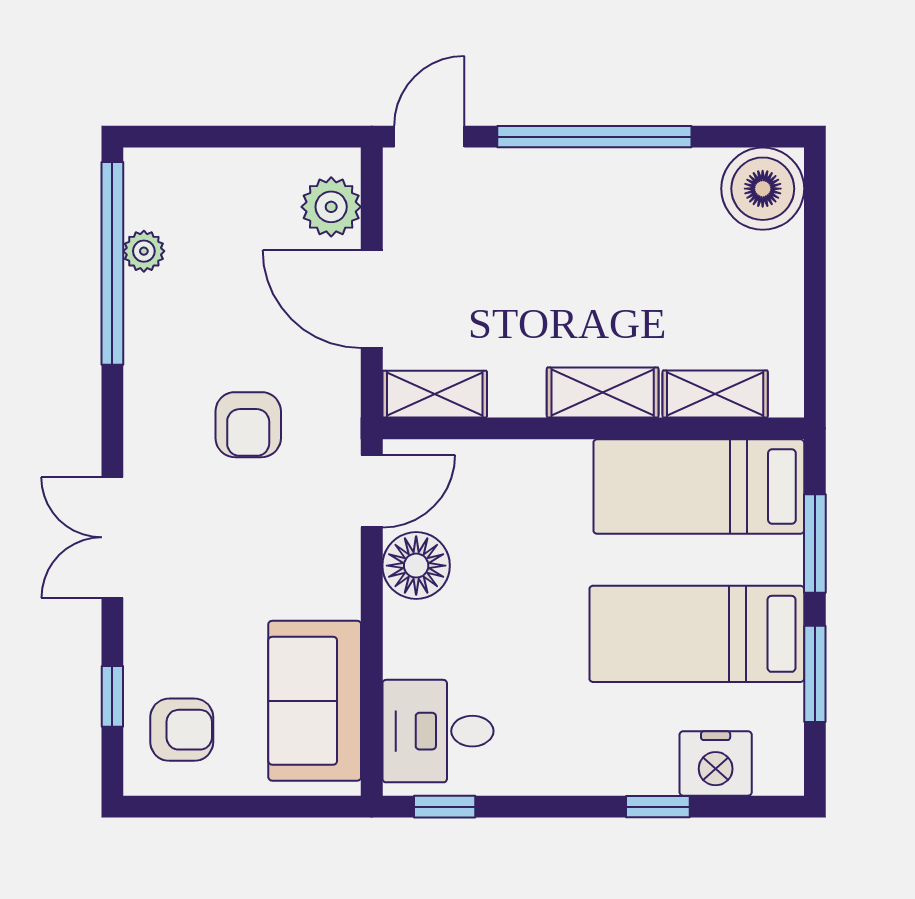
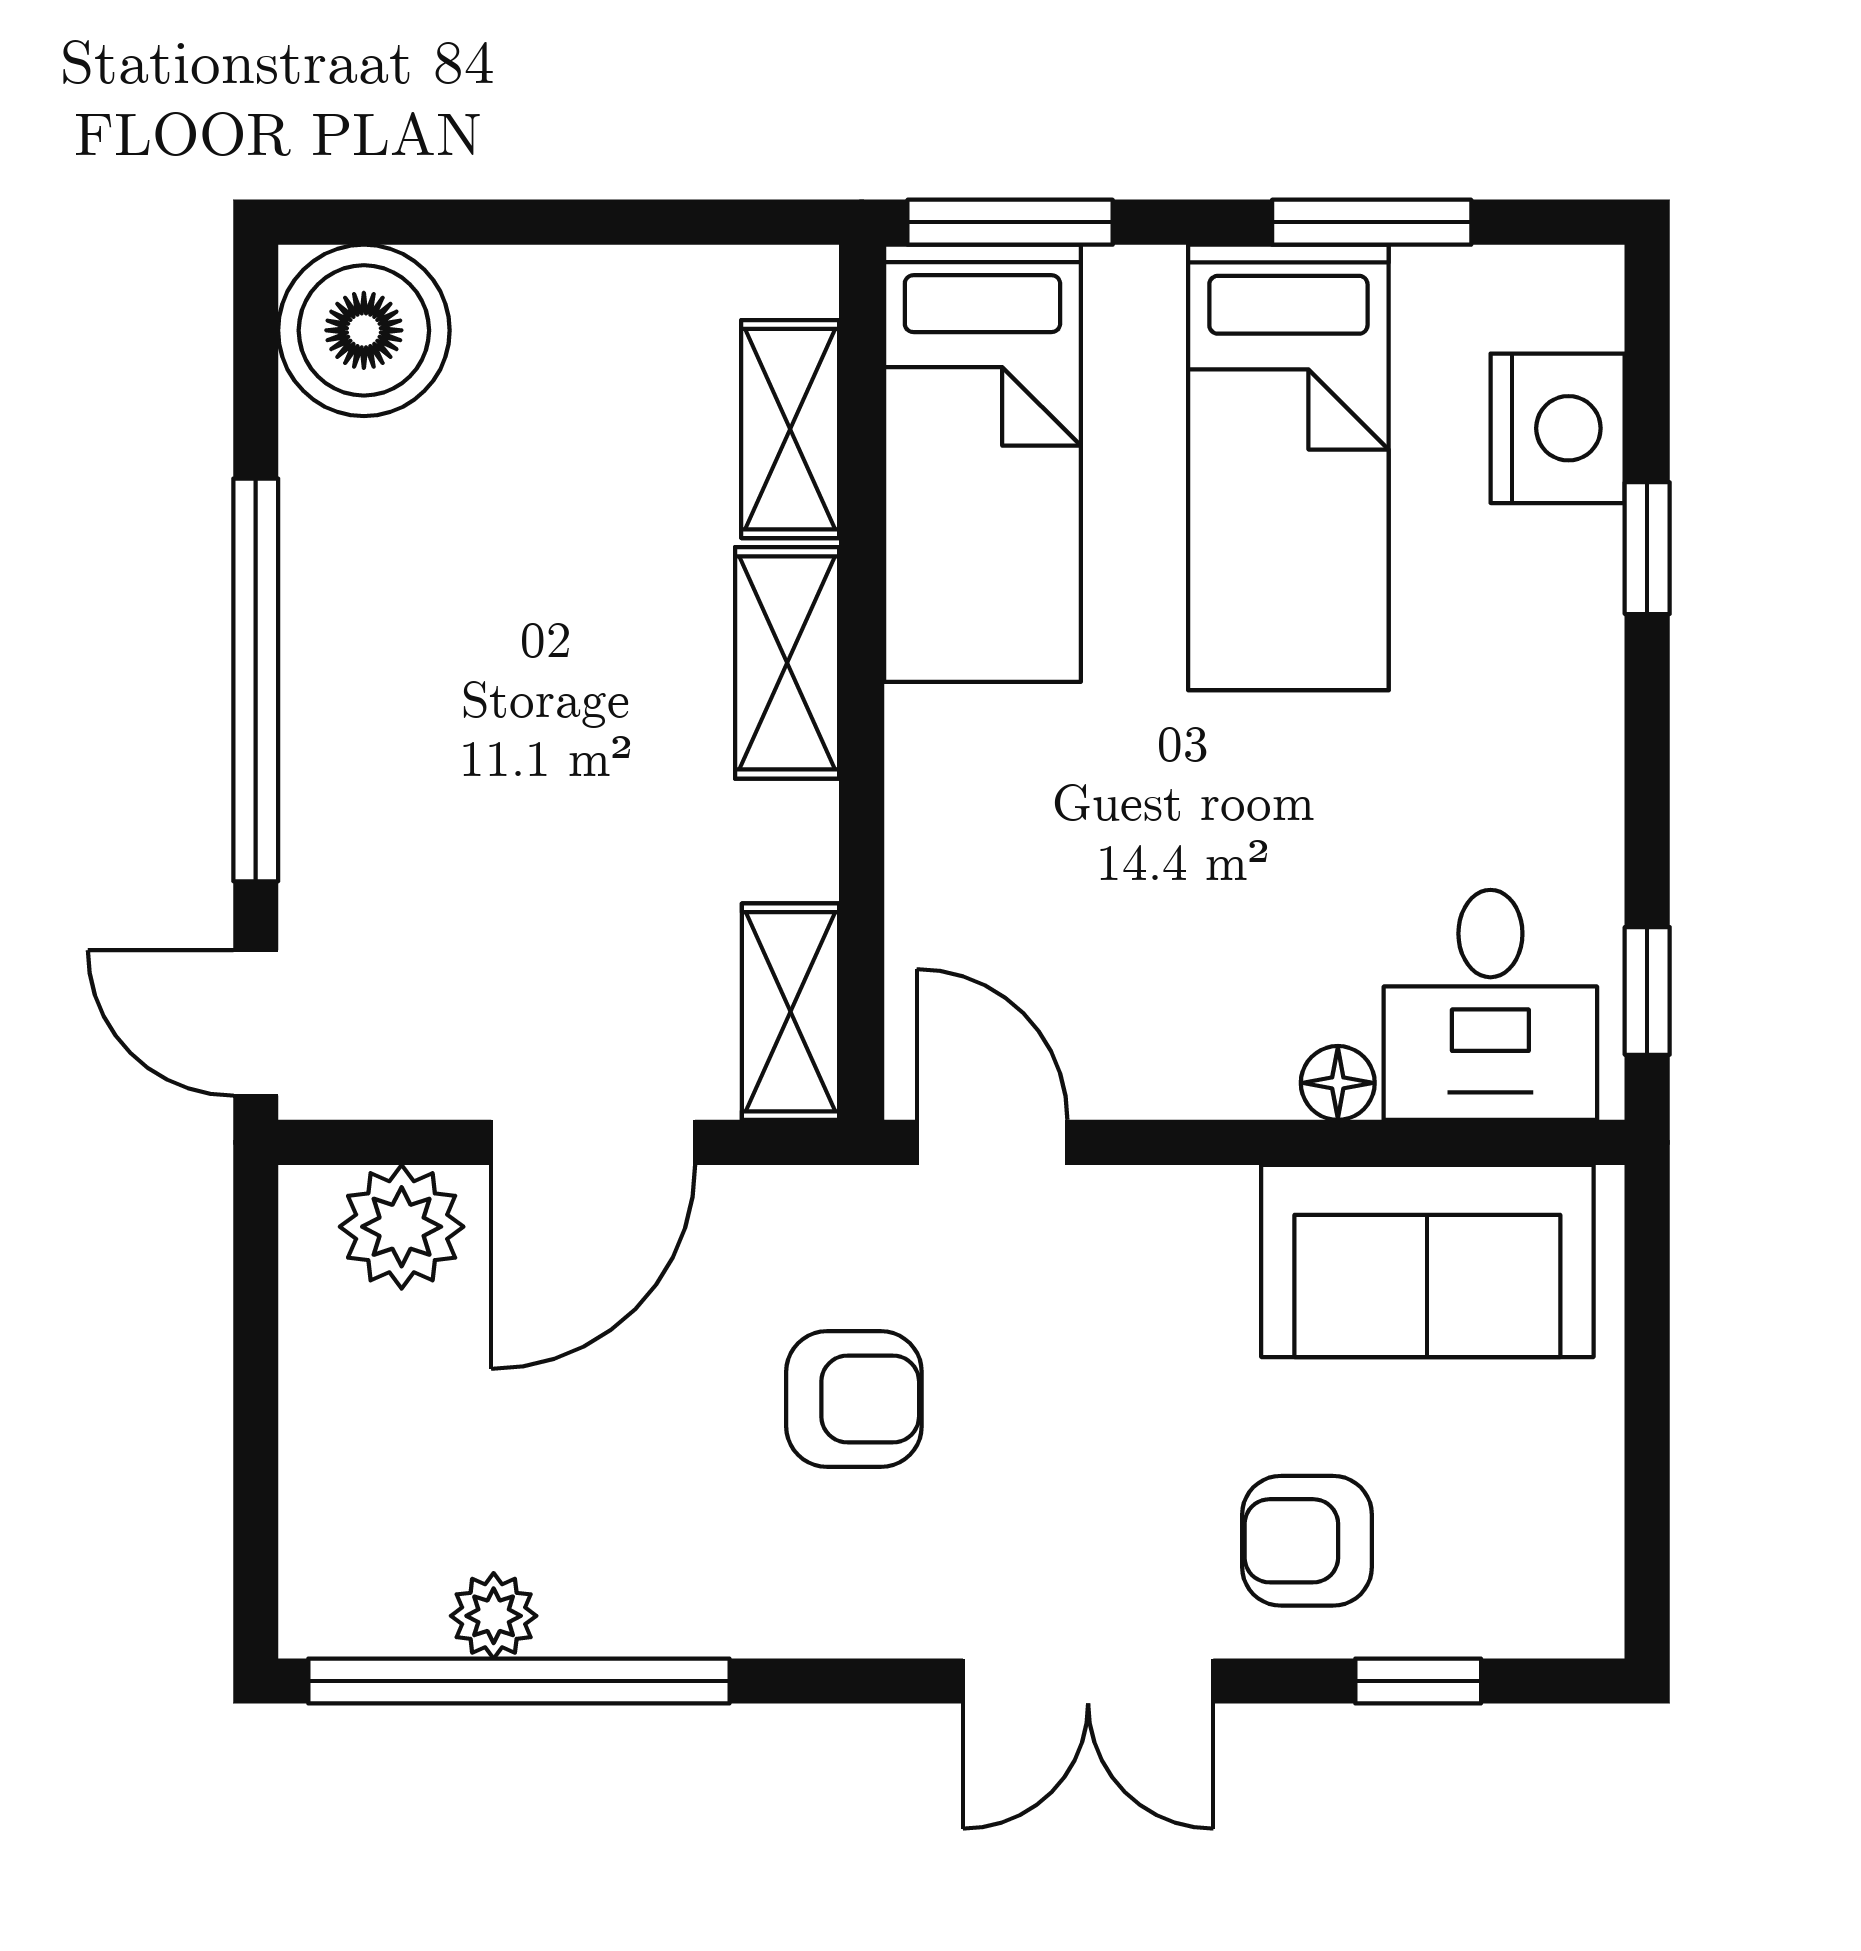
window: (815, 543) -> (1010, 222), moved
floor lamp: (416, 566) -> (1338, 1083), moved, width x0.53, depth x0.53
armchair: (182, 730) -> (1307, 1541), moved, turned -90

